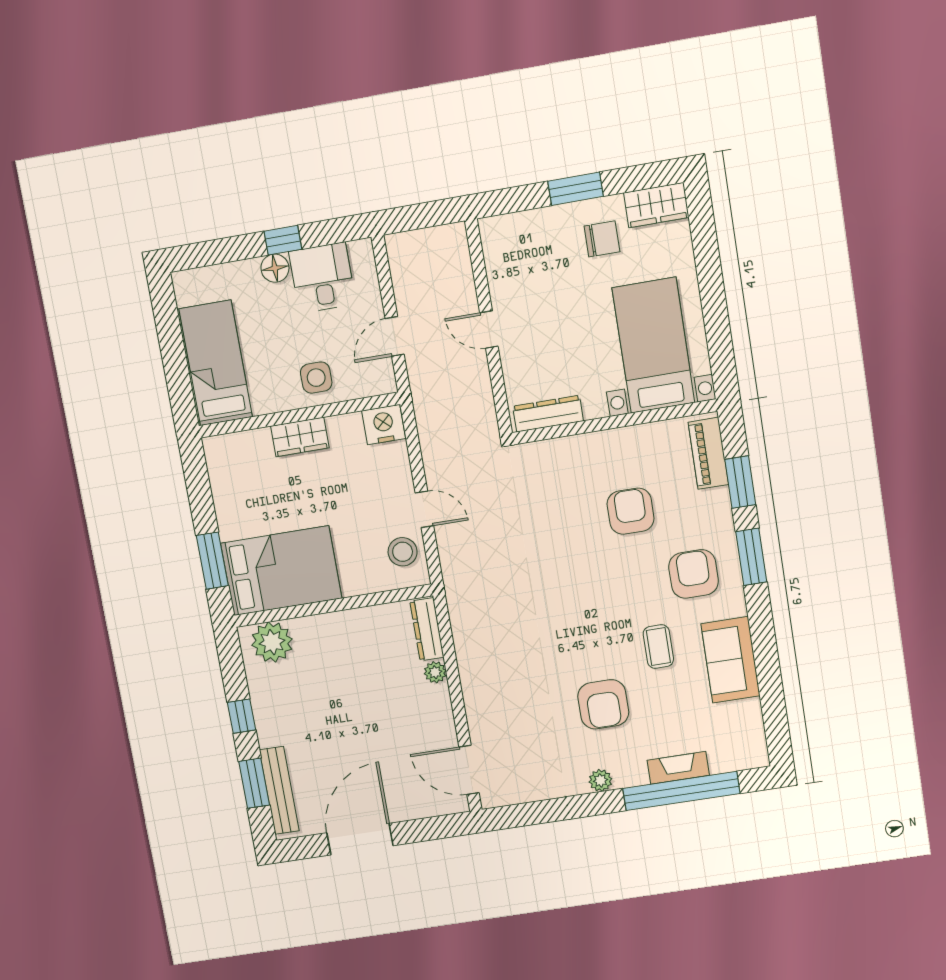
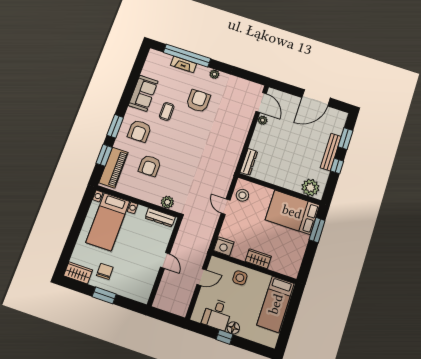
chair: (602, 239) -> (105, 271), turned 89
piano: (708, 453) -> (114, 168), width x1.37, depth x1.33
plant: (551, 454) -> (167, 202), added
plant: (435, 672) -> (263, 120), moved
bench: (279, 790) -> (331, 152), moved

